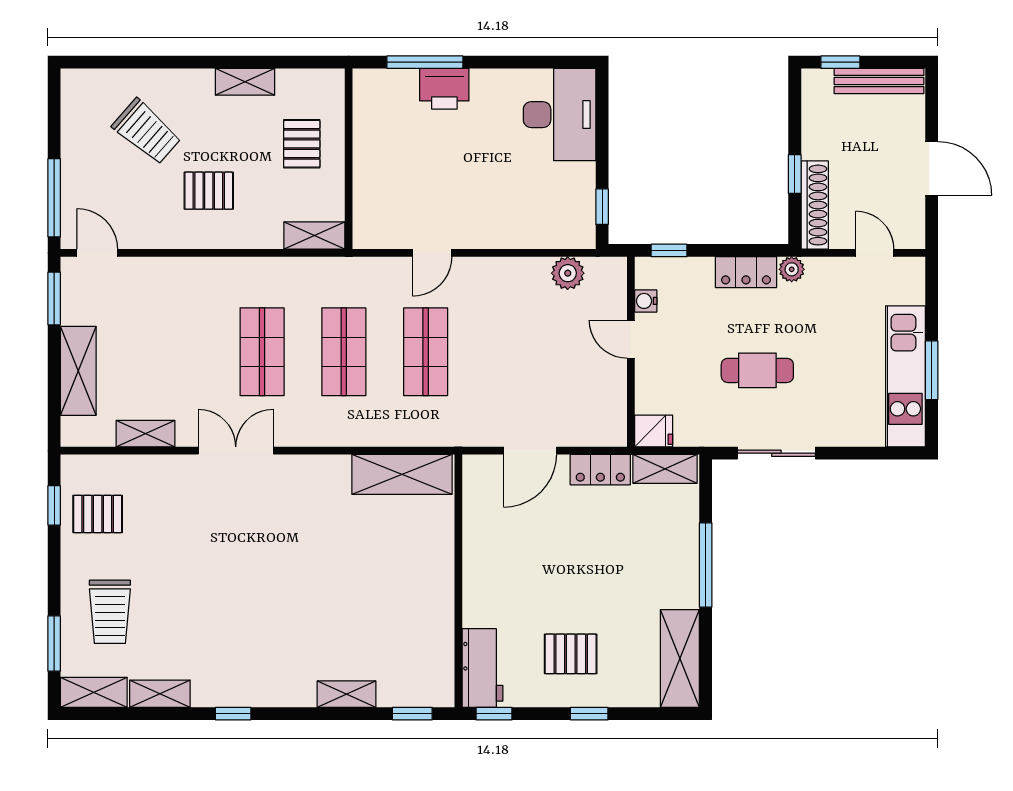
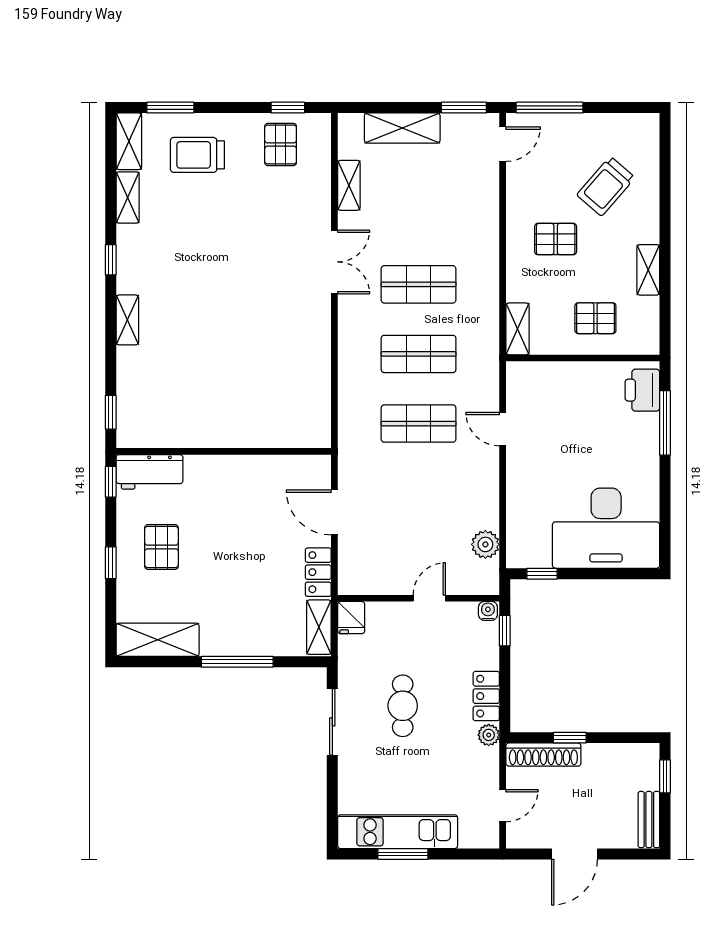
bench: (879, 81) -> (649, 820), width x0.73
printer: (444, 89) -> (642, 390), moved
desk: (560, 115) -> (606, 528), width x1.36, depth x1.30
pallet: (209, 191) -> (556, 239), turned 90
water cooler: (646, 301) -> (488, 611), moved
shelving: (402, 474) -> (314, 403), removed
shelving: (347, 694) -> (127, 320), moved

